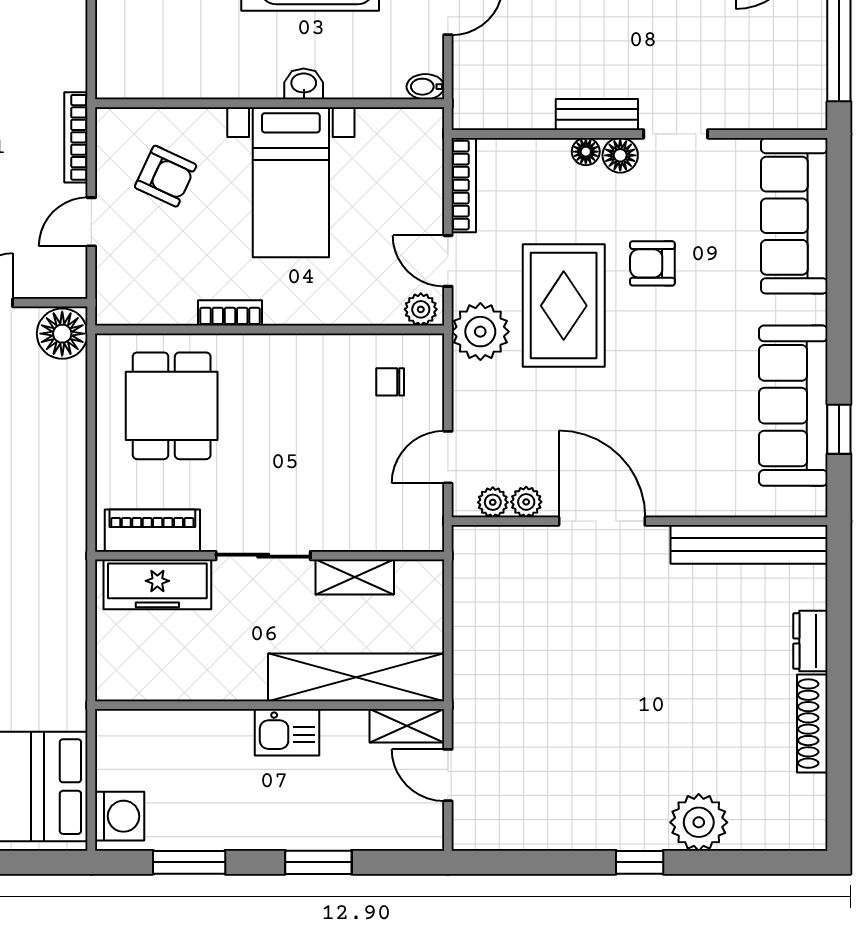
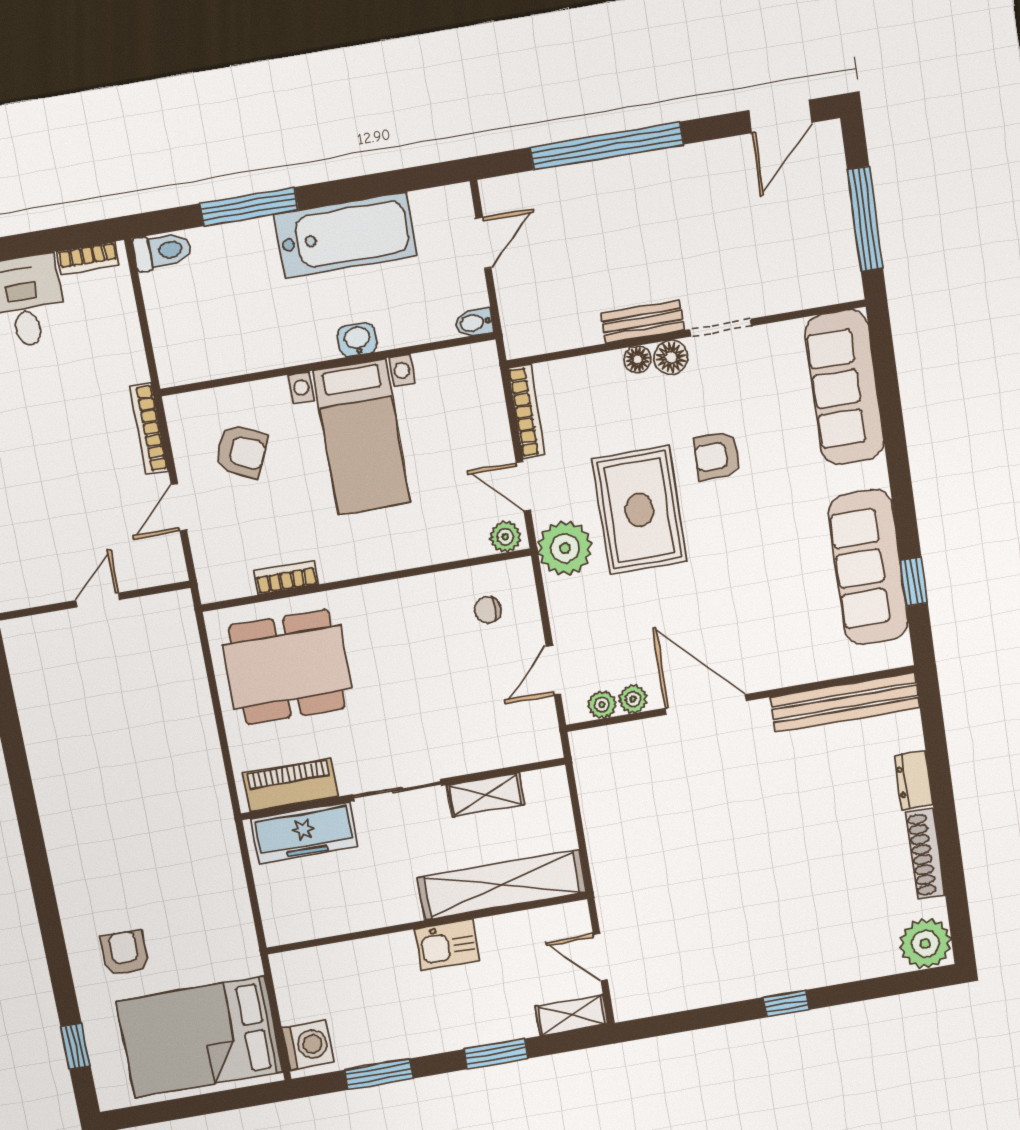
bookcase: (230, 313) -> (286, 578), moved
floor lamp: (62, 334) -> (172, 617), removed
dining table: (172, 406) -> (287, 667), width x1.38
shelving: (407, 726) -> (572, 1015), moved
plant: (699, 822) -> (925, 944), moved

